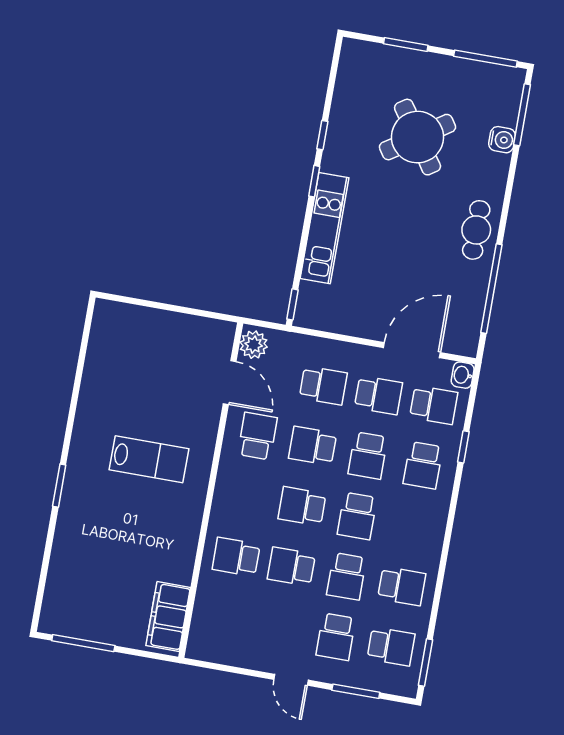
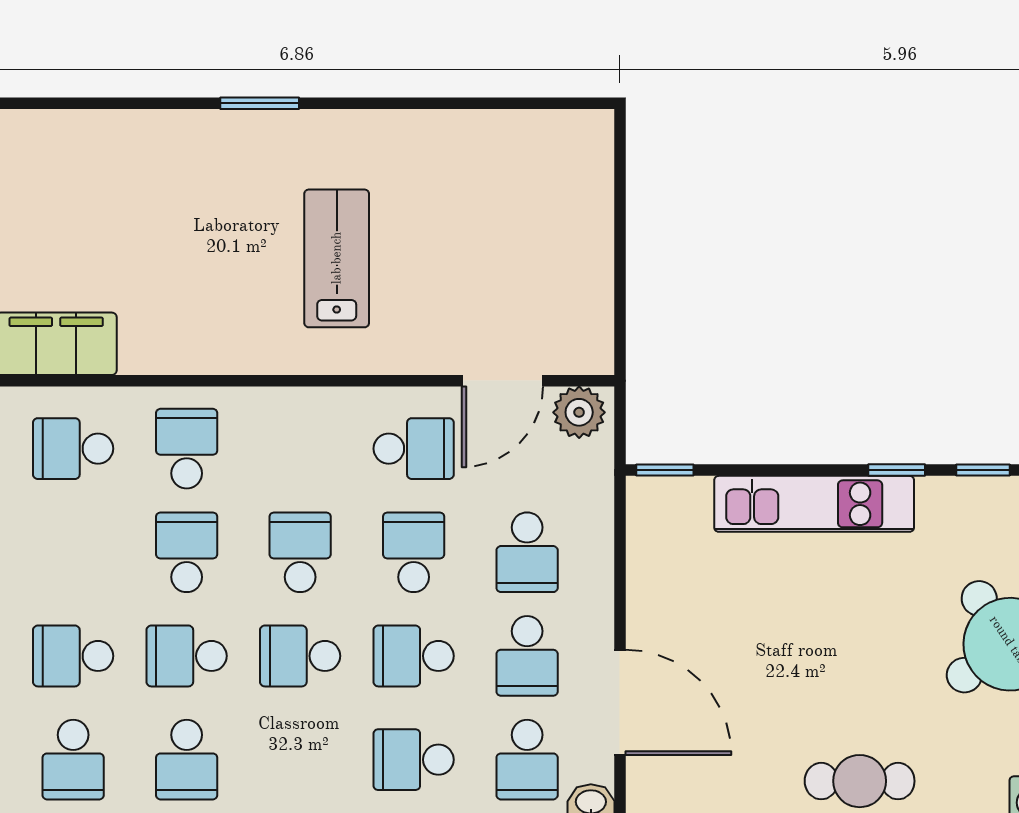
lab bench: (149, 459) -> (337, 258), turned 180
school desk: (225, 617) -> (73, 449), added

